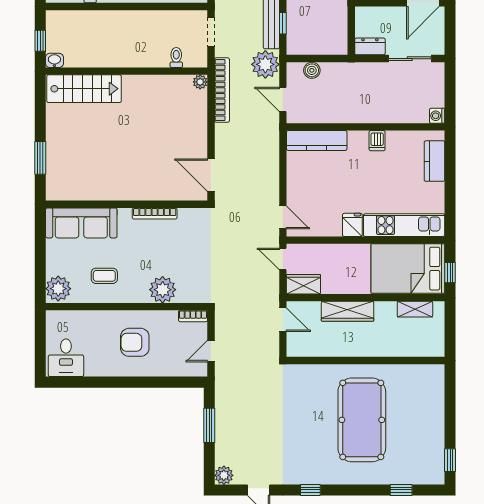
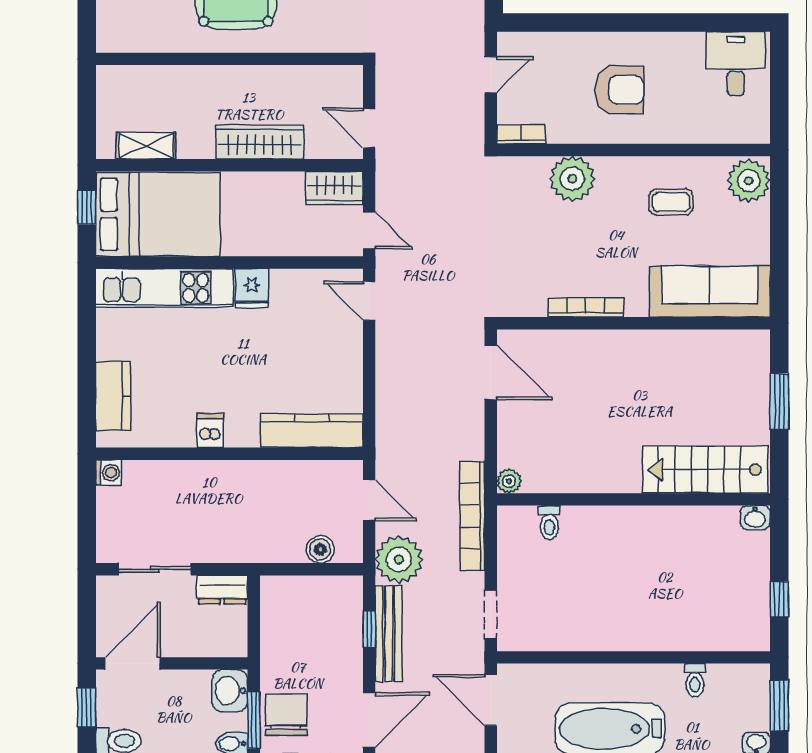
toilet: (176, 57) -> (549, 522), moved
washbasin: (54, 60) -> (755, 518), moved
wall: (126, 71) -> (633, 499), moved
plant: (200, 82) -> (509, 481), moved
stairs: (84, 89) -> (705, 470), moved

